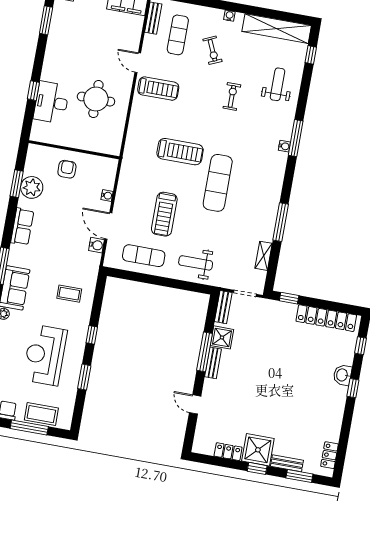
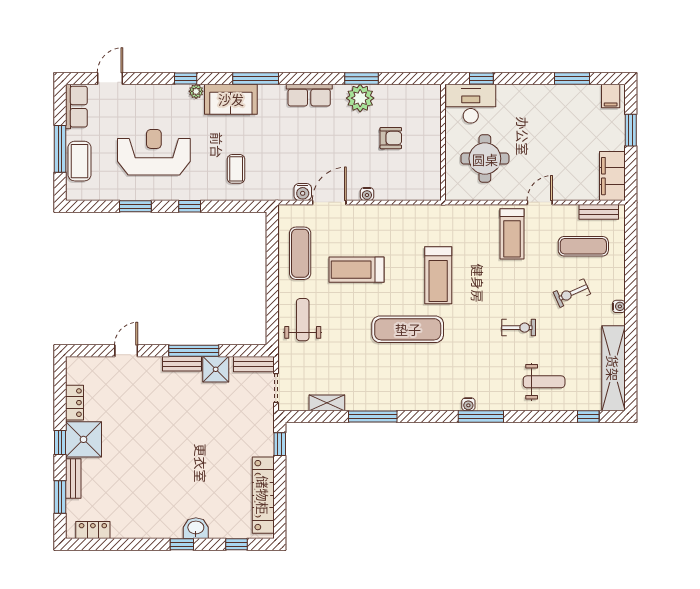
wall: (74, 150) -> (443, 142), moved

